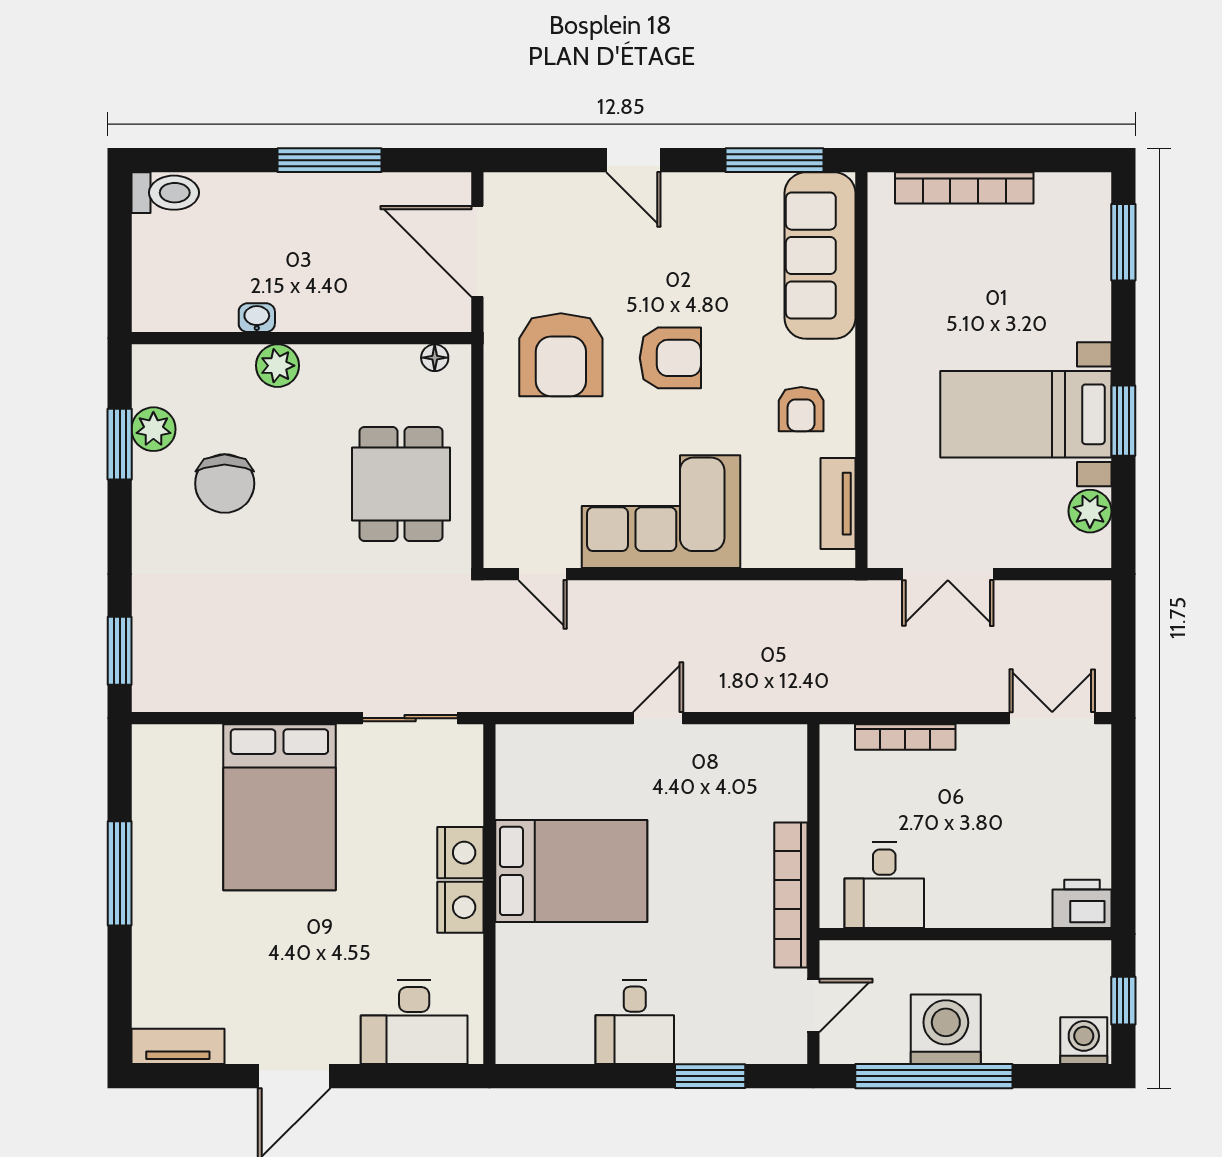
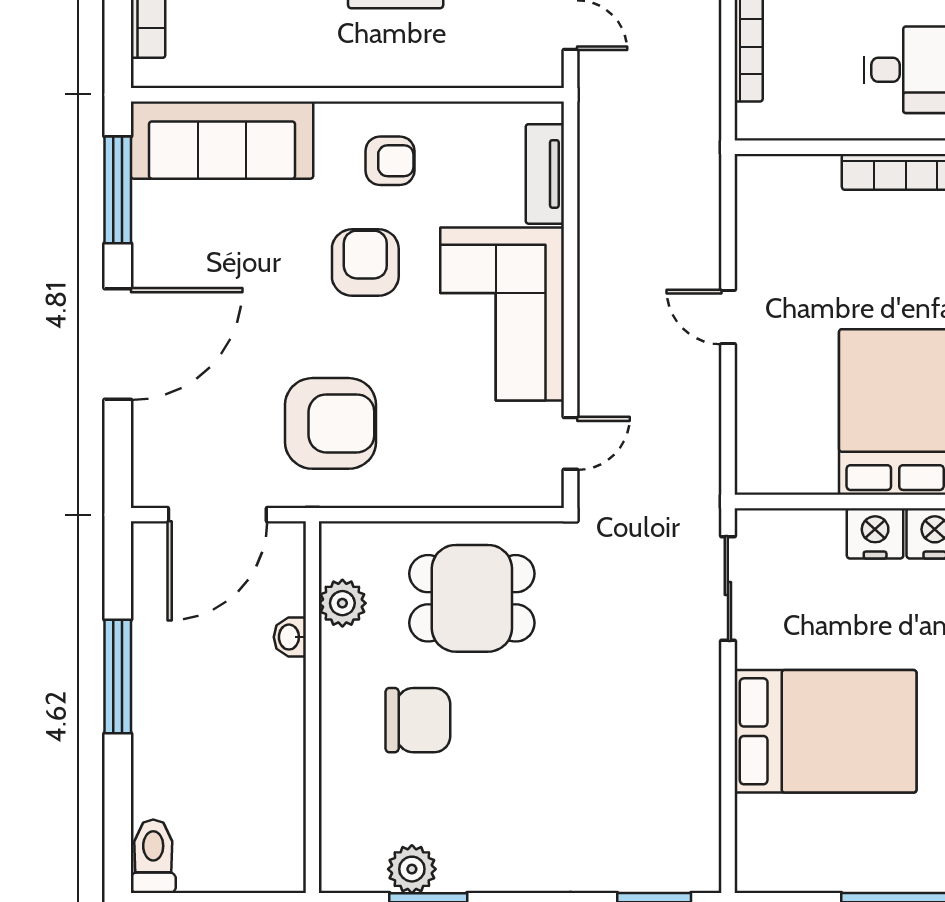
door: (633, 160) -> (118, 344), width x1.88
washbasin: (257, 318) -> (290, 637), moved
floor lamp: (435, 358) -> (334, 561), removed
armchair: (670, 358) -> (365, 263), moved
plant: (278, 366) -> (342, 603), moved
chair: (225, 483) -> (418, 720), moved
tv unit: (838, 504) -> (545, 174), moved, turned 90

